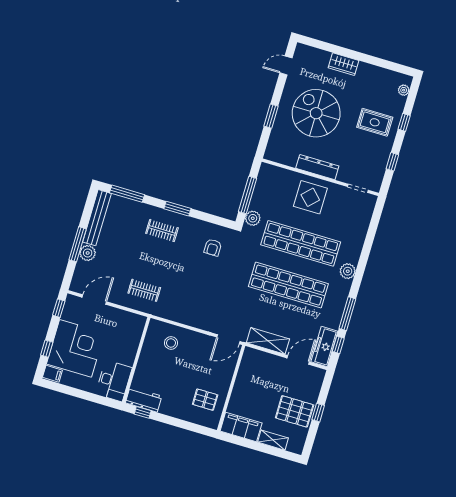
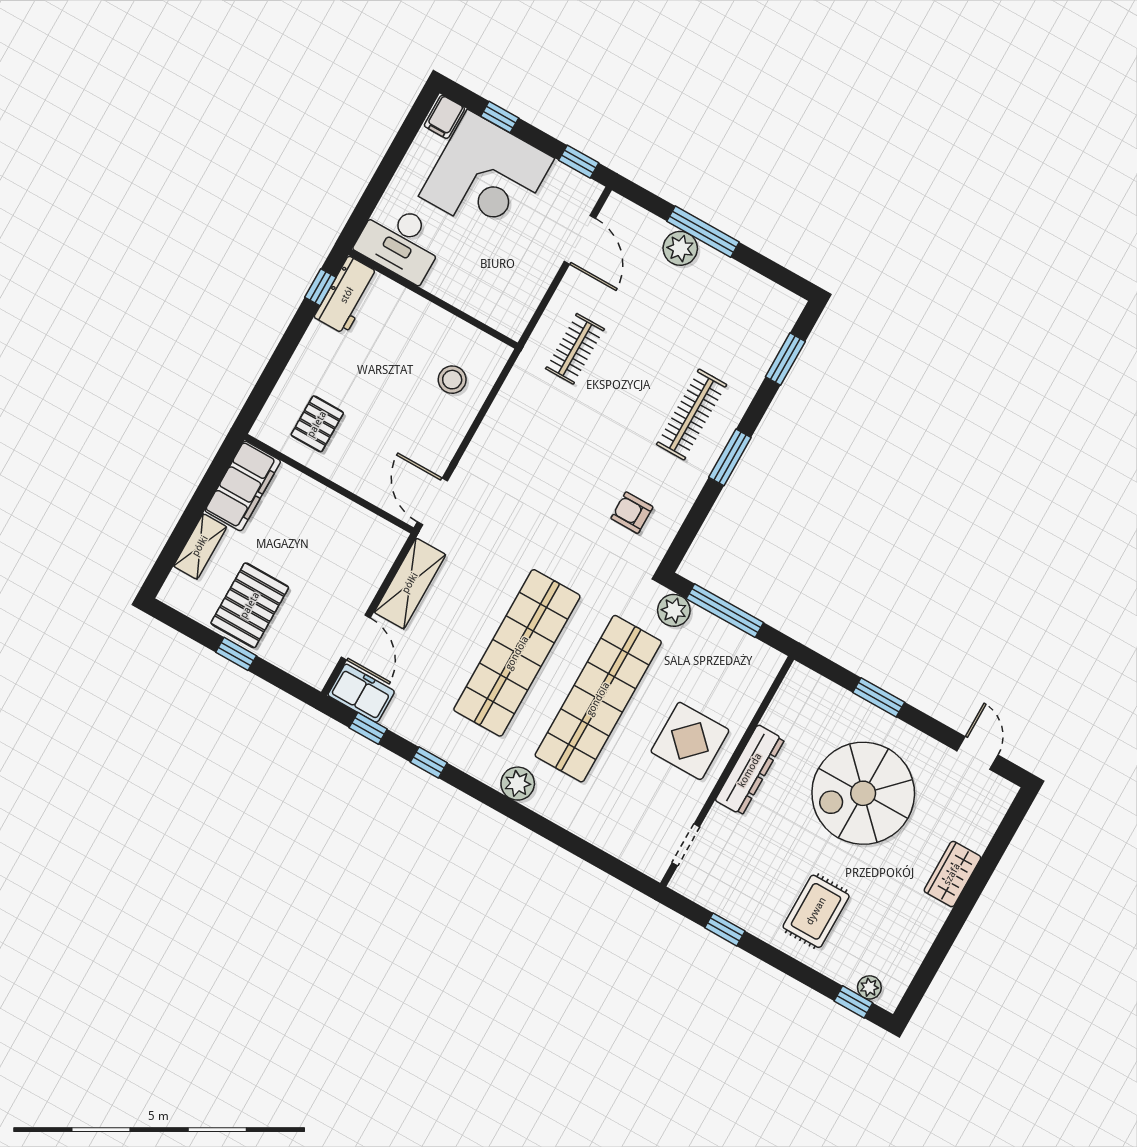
spiral stairs: (316, 113) -> (863, 793), turned 180
window: (404, 122) -> (853, 1002), moved
window: (127, 194) -> (785, 359), width x0.69
bench: (97, 218) -> (750, 285), removed
clothes rail: (162, 231) -> (692, 415), width x1.36
window: (347, 314) -> (429, 763), width x0.46
freezer: (324, 347) -> (361, 693), width x0.71

